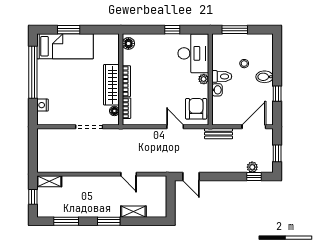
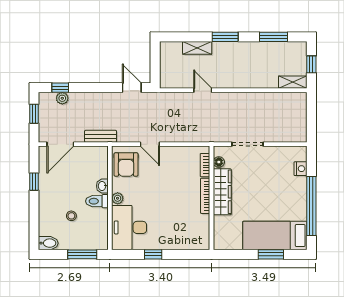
floor lamp: (128, 43) -> (203, 239), removed
bidet: (265, 77) -> (48, 243), moved

